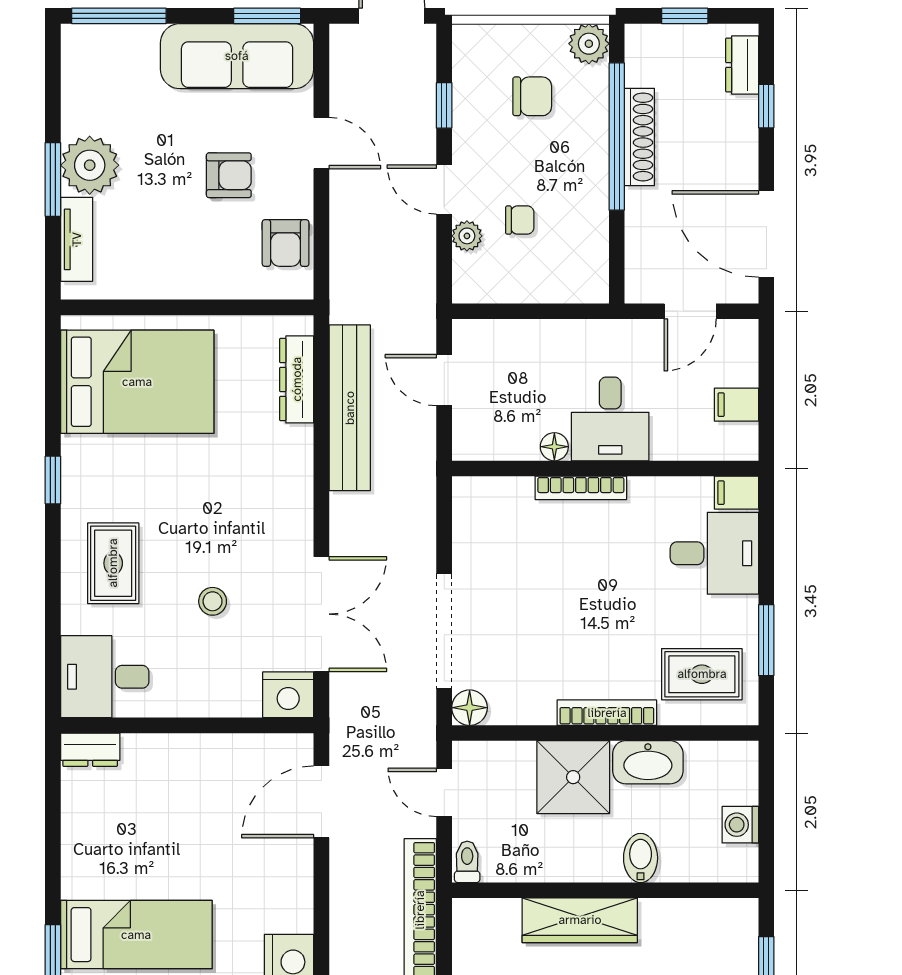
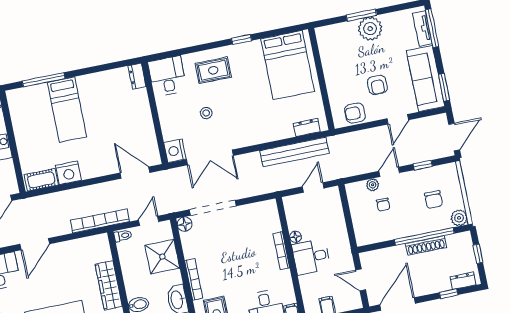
tv unit: (77, 239) -> (422, 29), moved, turned 90
dresser: (297, 379) -> (307, 127), width x0.70
shower: (573, 777) -> (162, 257), moved

